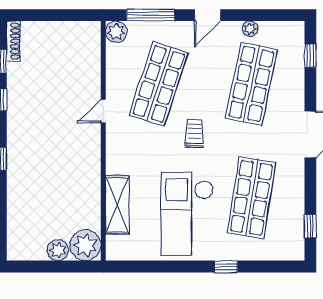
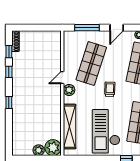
plant: (116, 32) -> (69, 90), moved
shelving: (117, 205) -> (70, 127), width x1.47

